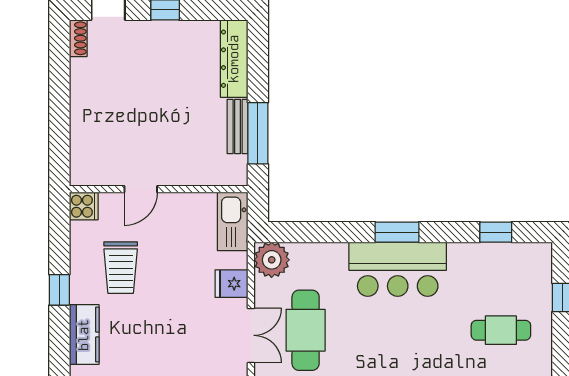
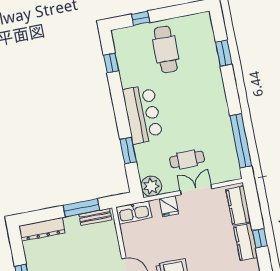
bench: (238, 127) -> (95, 217), moved
window: (397, 232) -> (128, 151), moved
cafe table: (306, 330) -> (187, 159), width x0.73, depth x0.74
cafe table: (501, 330) -> (166, 49), width x1.37, depth x1.35

